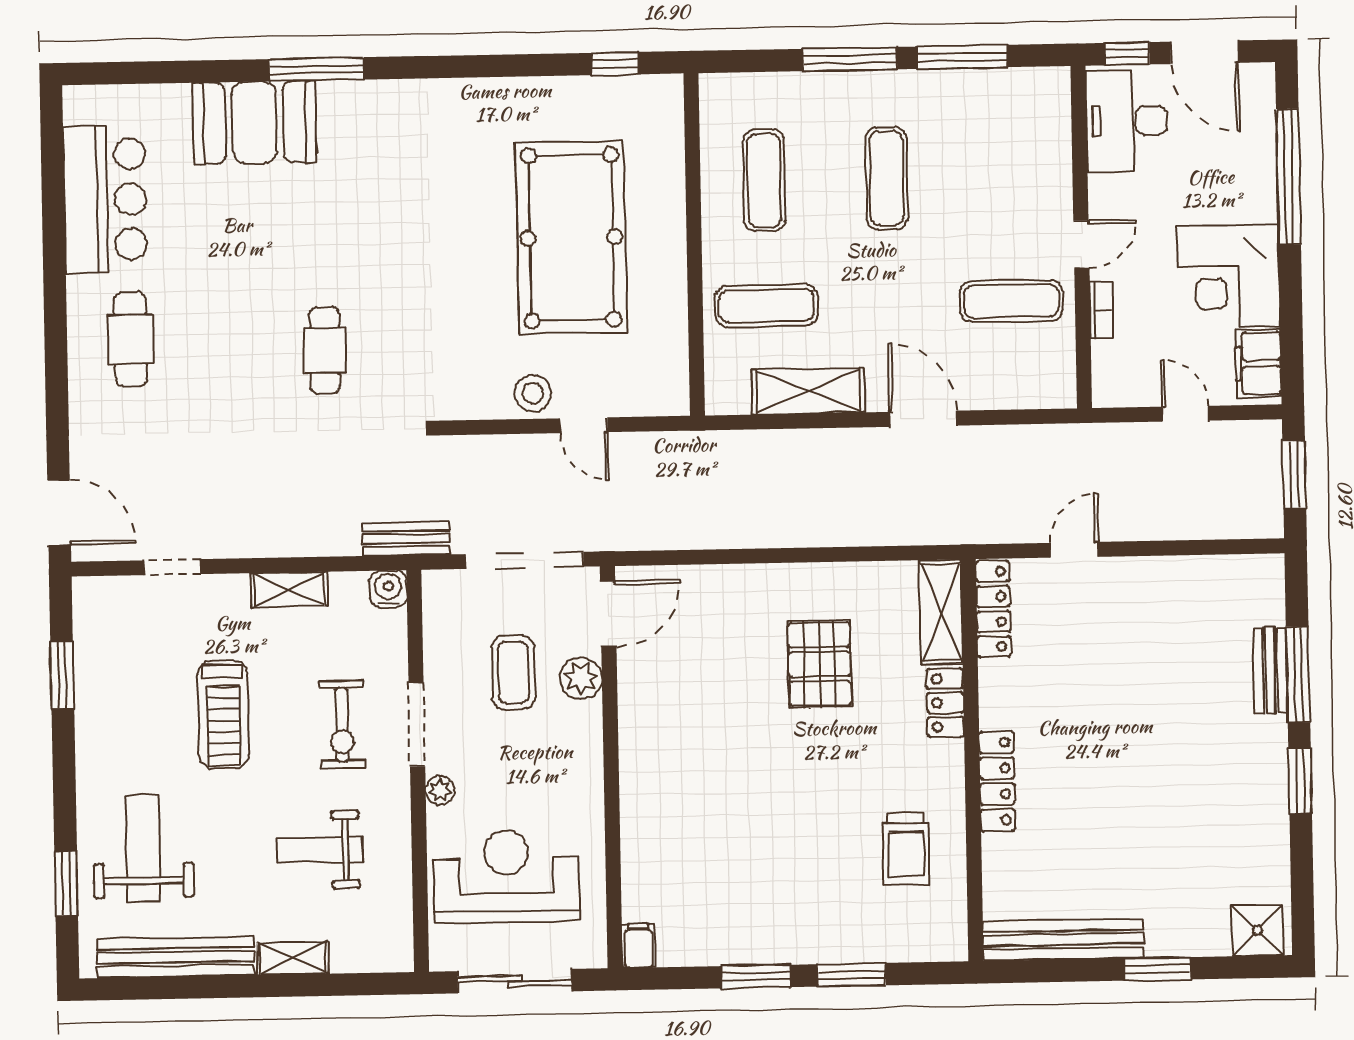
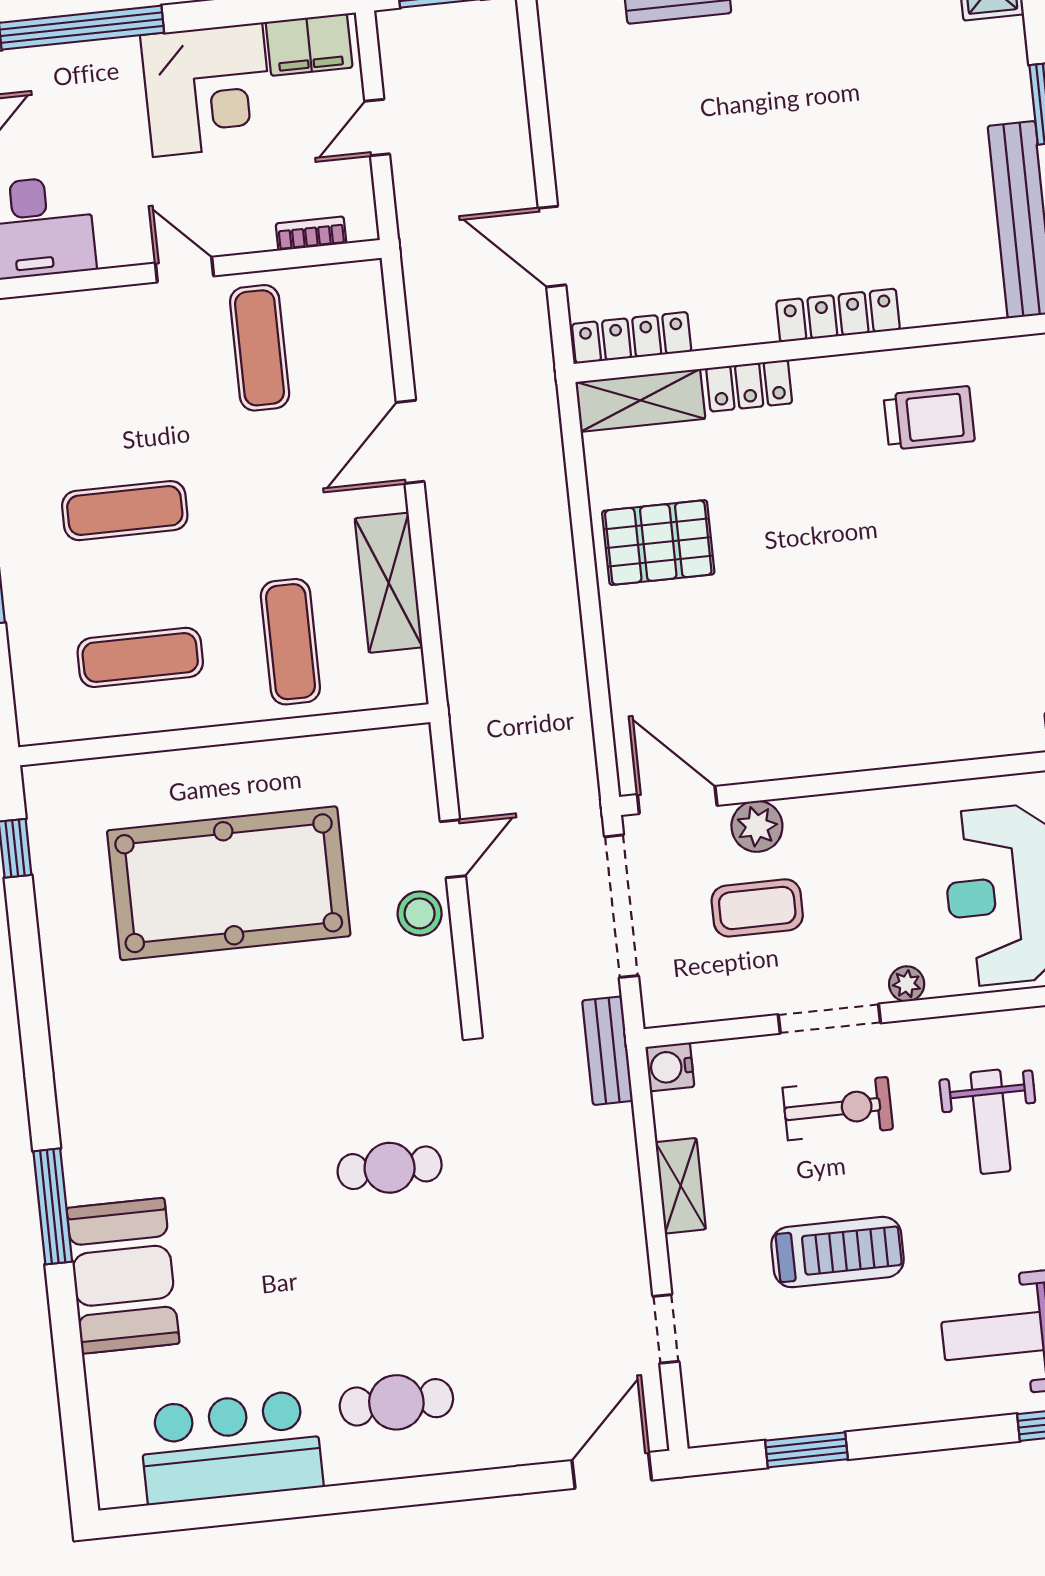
bookcase: (1101, 310) -> (311, 233), moved
door: (1074, 550) -> (552, 247), width x1.38
pallet: (820, 664) -> (658, 543), moved

